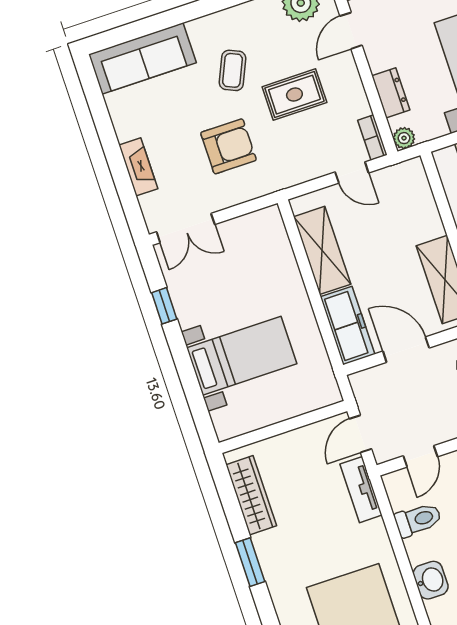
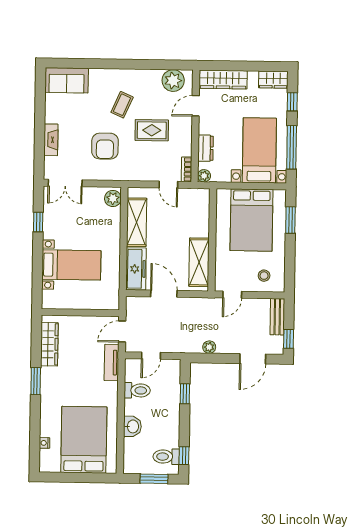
sofa: (142, 58) -> (67, 80), width x0.73
armchair: (228, 146) -> (105, 146), turned 90
plant: (271, 226) -> (113, 198), added

